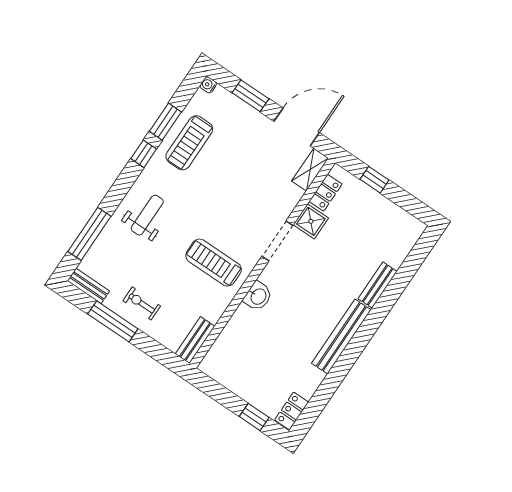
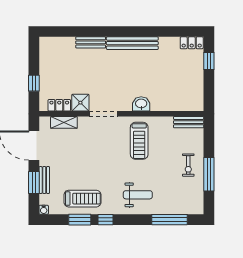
shelving: (310, 170) -> (64, 122), moved
weight bench: (147, 215) -> (138, 195), turned 180
bench: (88, 286) -> (44, 180), moved

